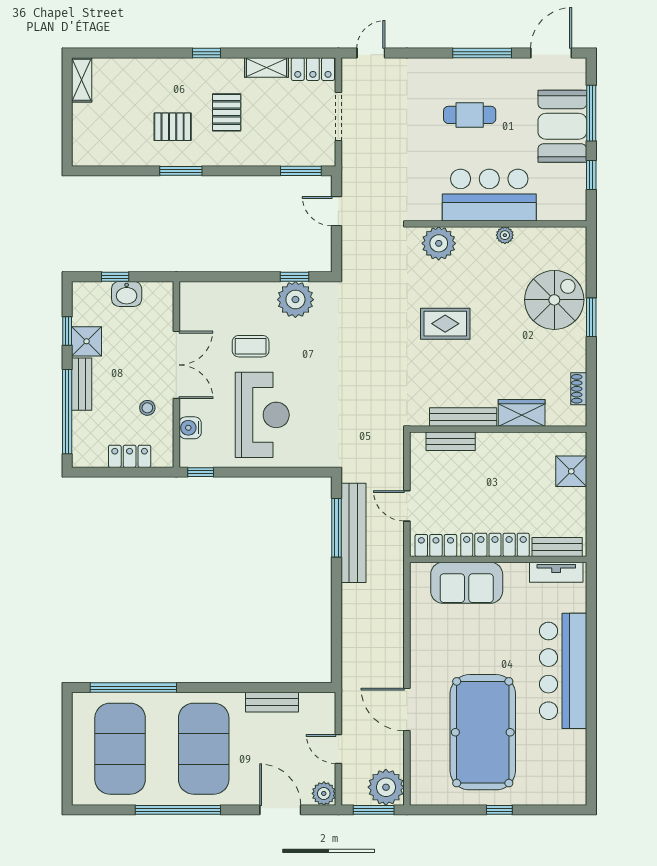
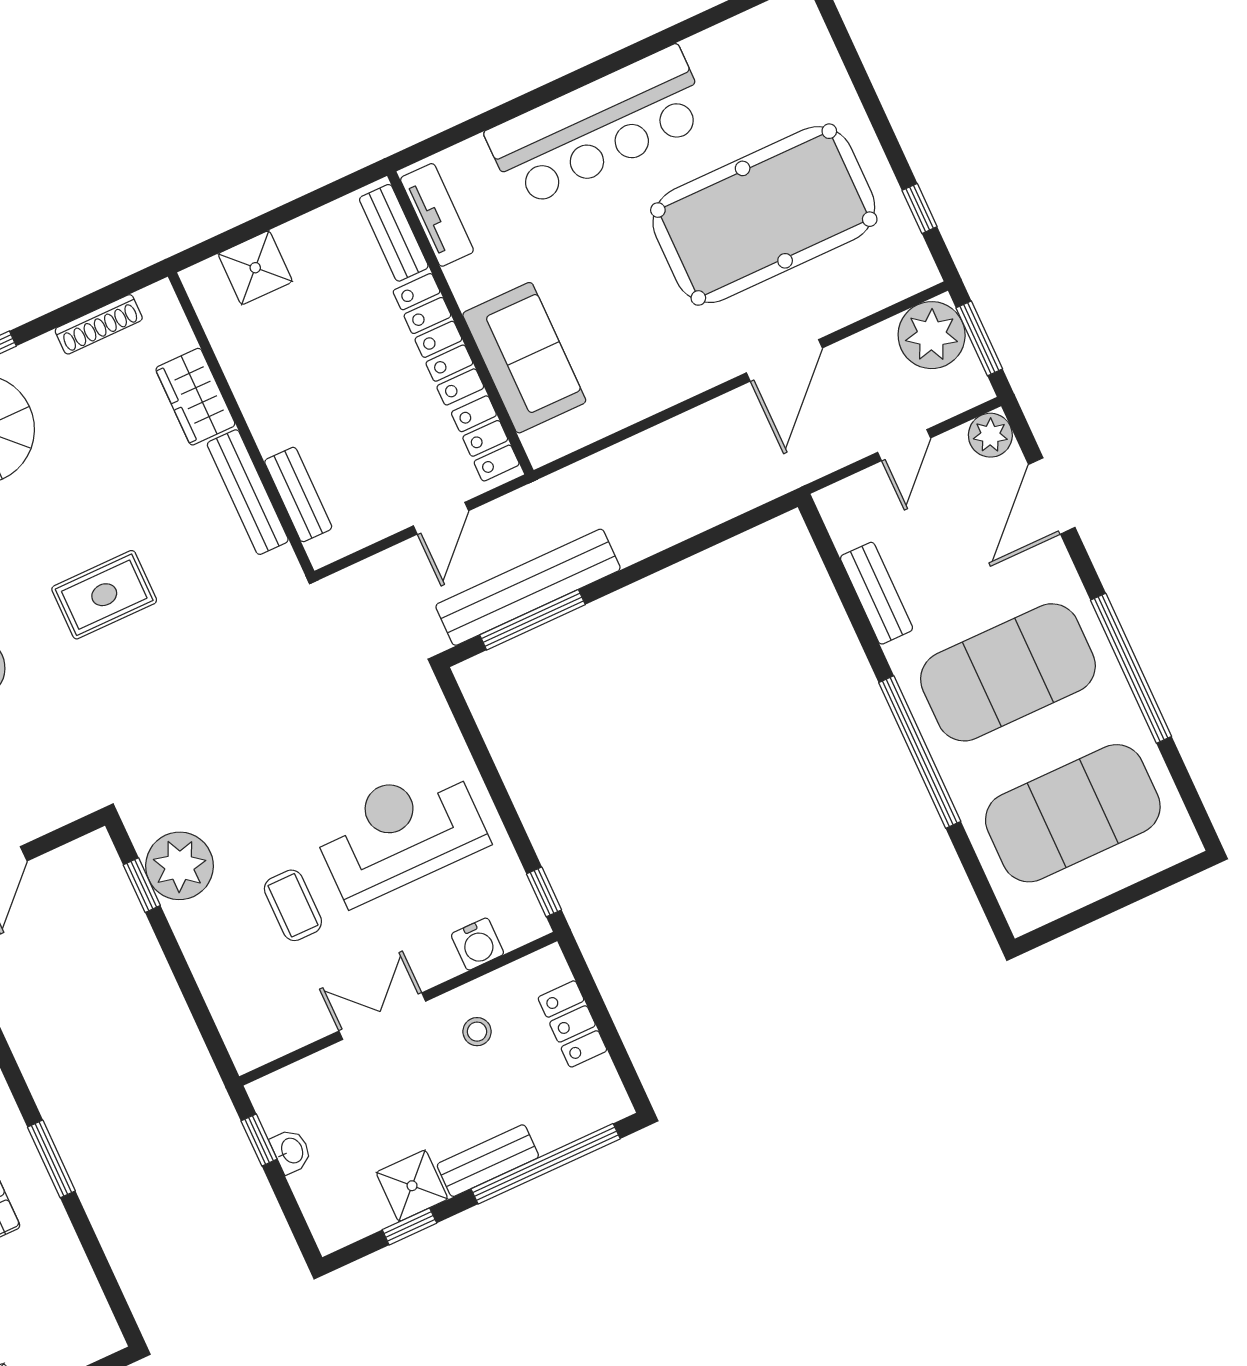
window: (115, 277) -> (259, 1140), moved
washbasin: (127, 294) -> (291, 1151), width x0.72, depth x0.69
rug: (445, 324) -> (104, 595), turned 90
double door: (176, 365) -> (382, 1016), width x0.73
shoe rack: (579, 389) -> (99, 324), width x1.43
window: (133, 688) -> (920, 752), moved
window: (499, 810) -> (920, 209), moved

